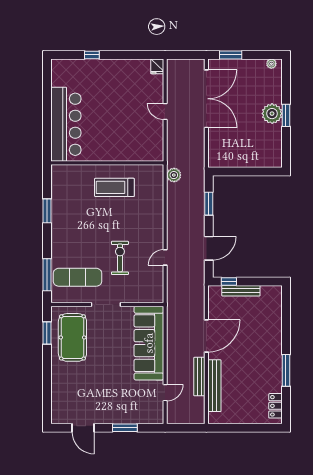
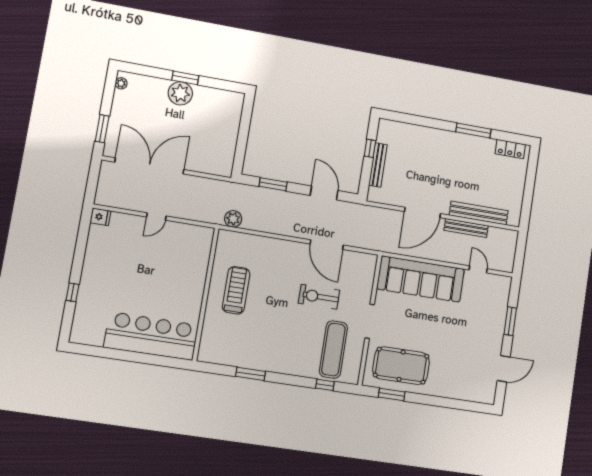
treadmill: (114, 187) -> (236, 290), turned 180
door: (165, 257) -> (327, 245), width x1.88
window: (47, 275) -> (325, 385), width x0.46
window: (229, 282) -> (370, 148), moved
door: (206, 336) -> (422, 213), swing flipped

